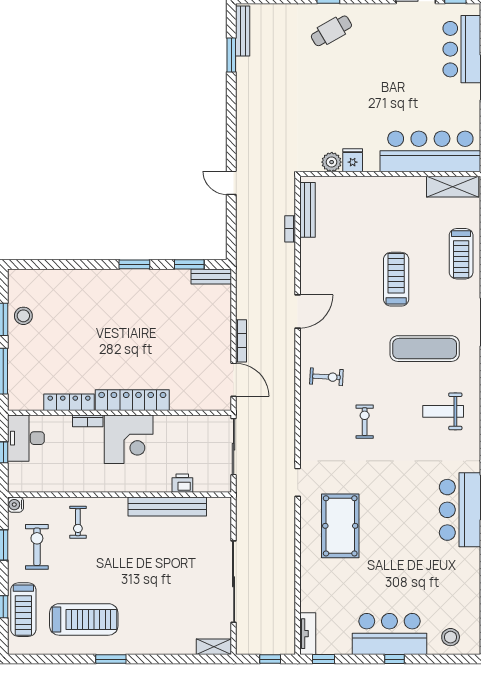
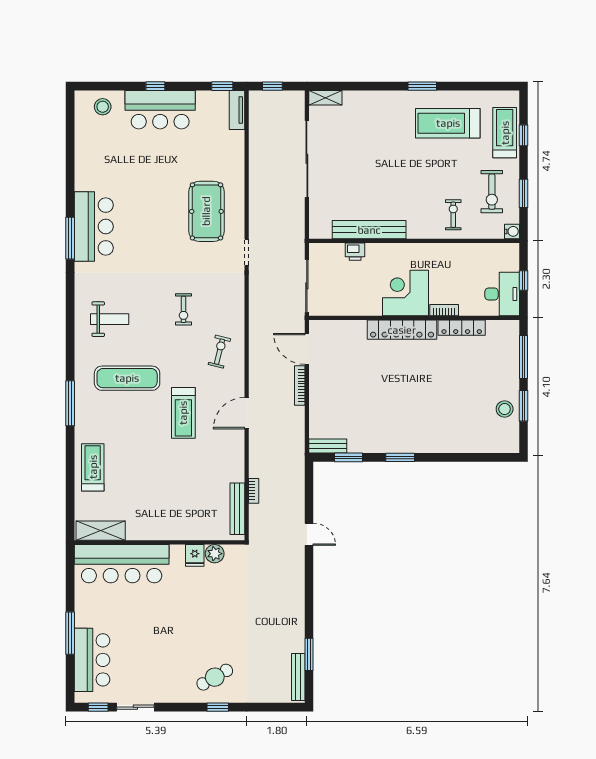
treadmill: (396, 279) -> (183, 413), moved
exercise bike: (326, 377) -> (219, 352), turned 101

